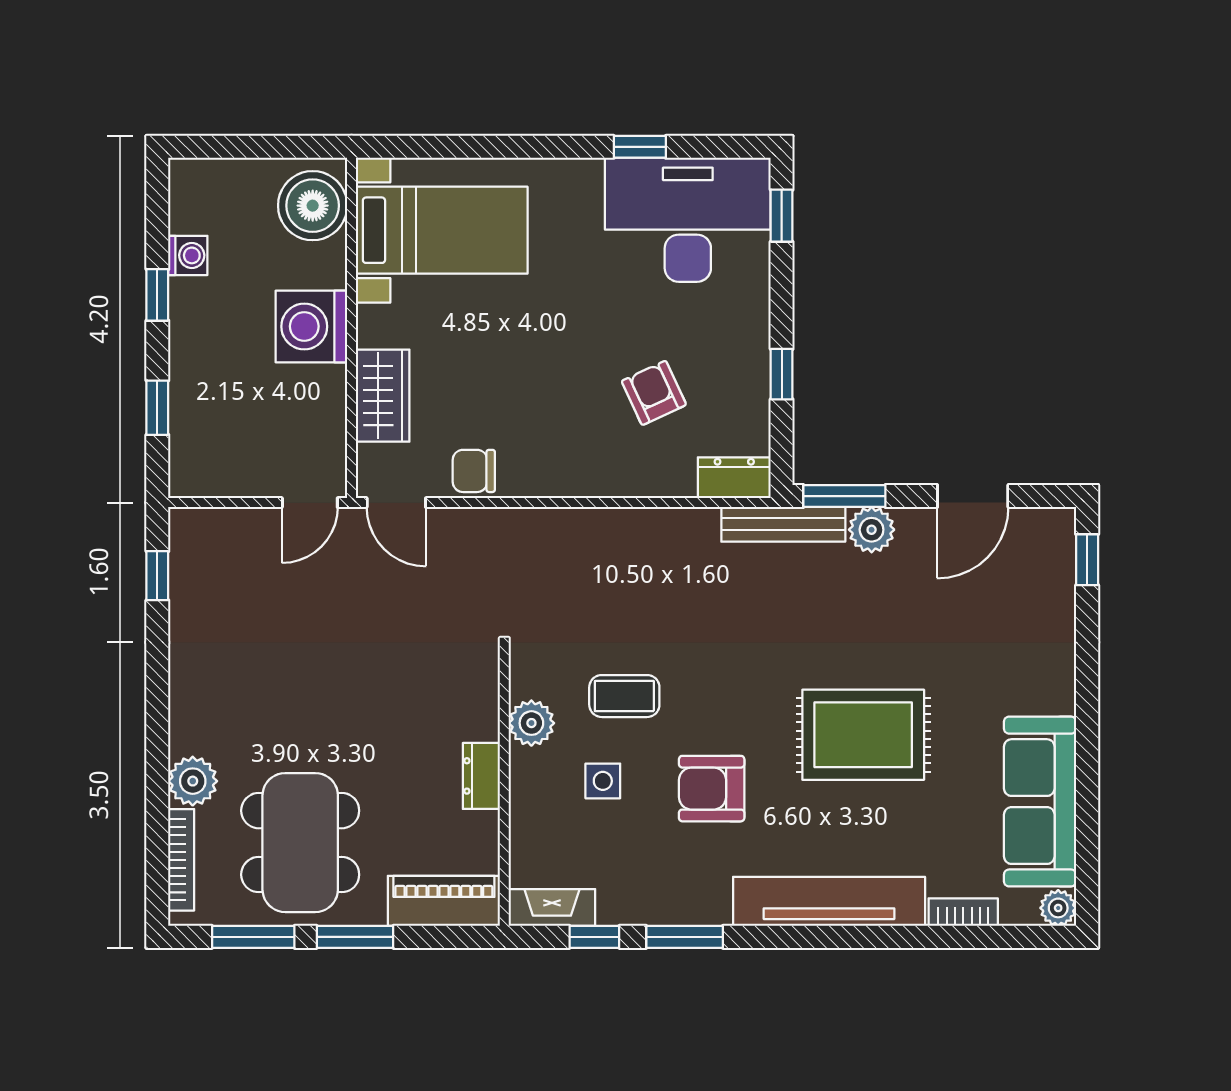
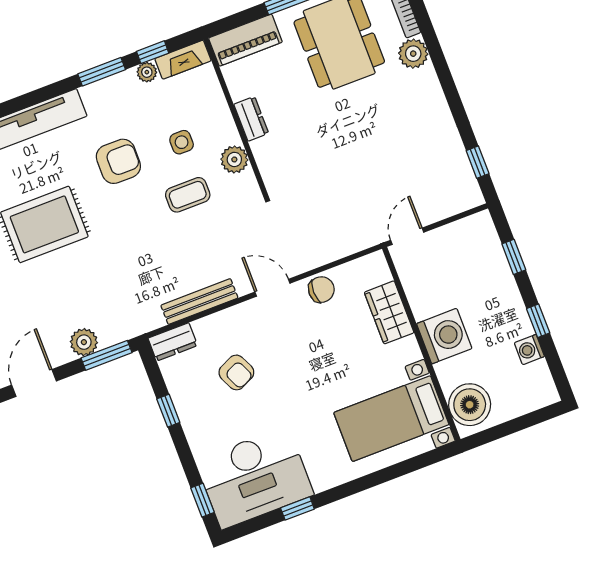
door: (396, 503) -> (272, 288), moved
bench: (783, 524) -> (199, 302), moved
plant: (615, 910) -> (147, 72), added

